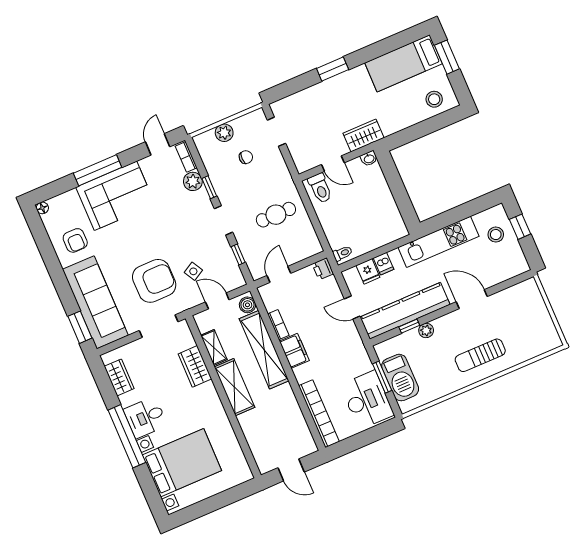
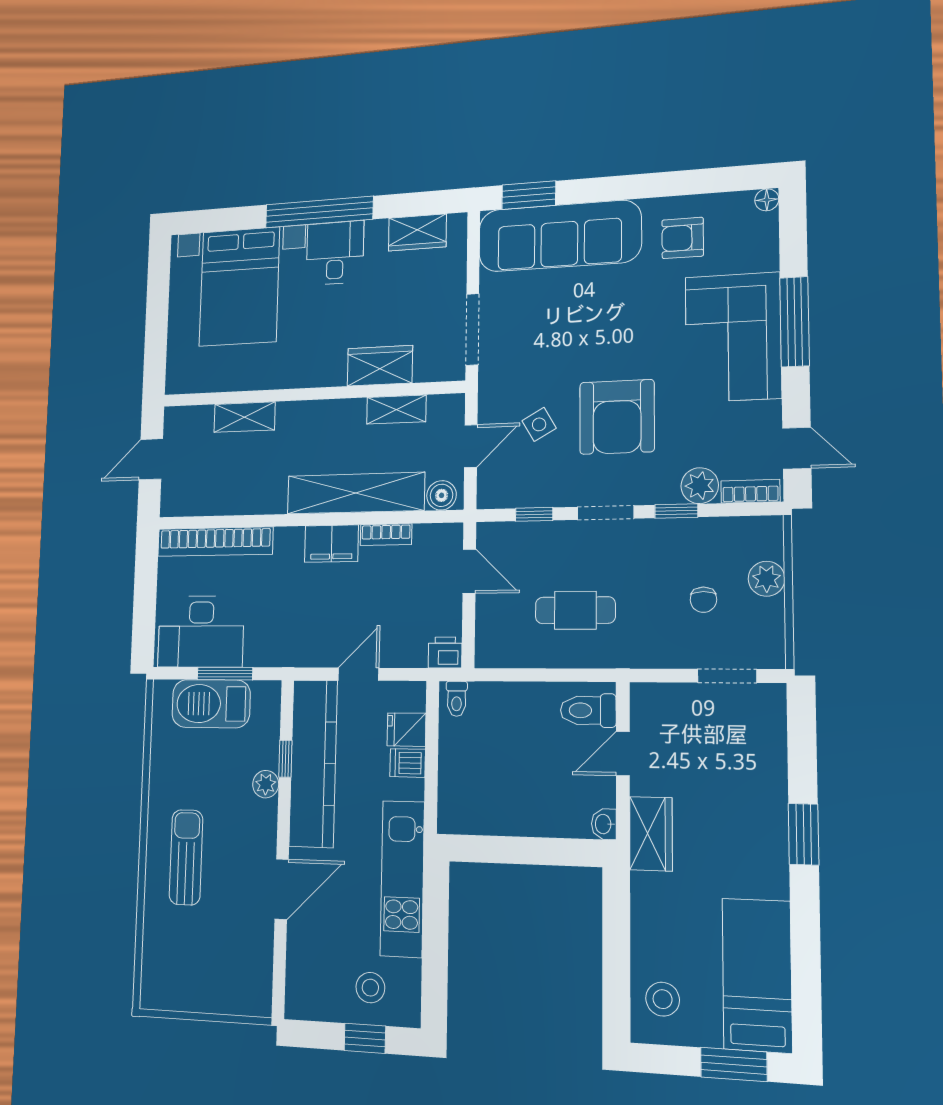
cafe table: (276, 215) -> (575, 610), turned 90
armchair: (154, 281) -> (617, 417), moved
shelving: (234, 387) -> (245, 417), moved, width x0.67, depth x0.75

